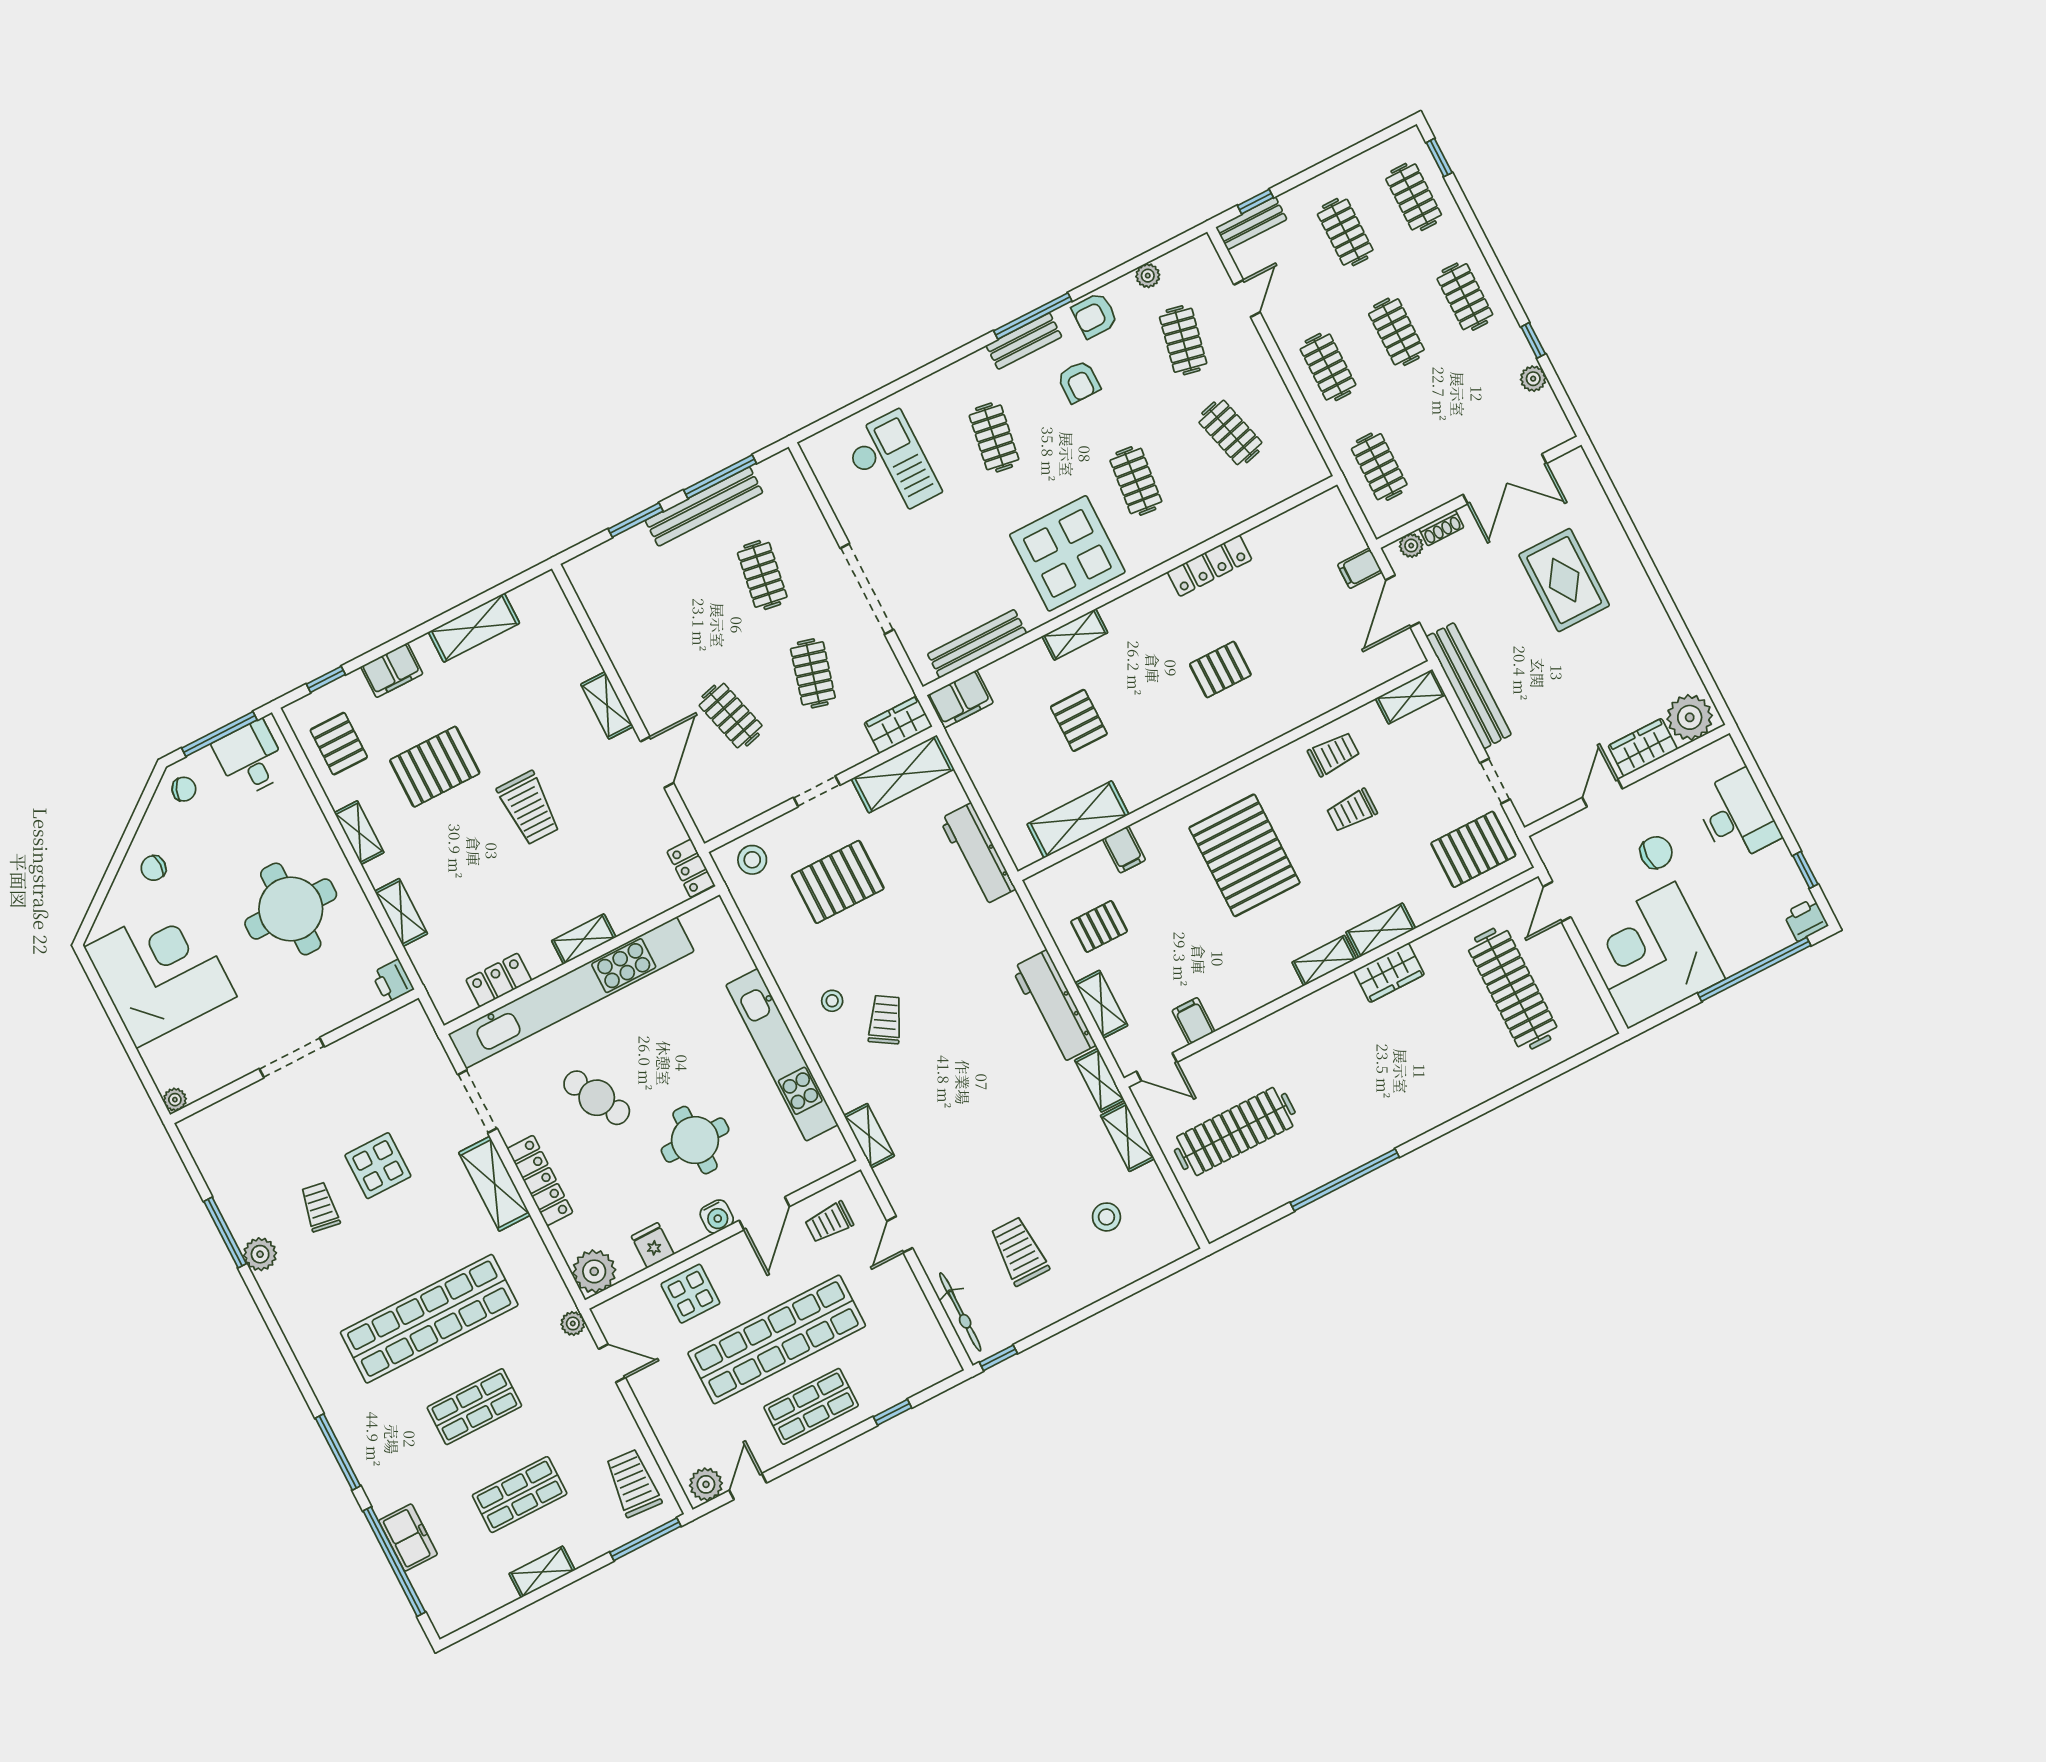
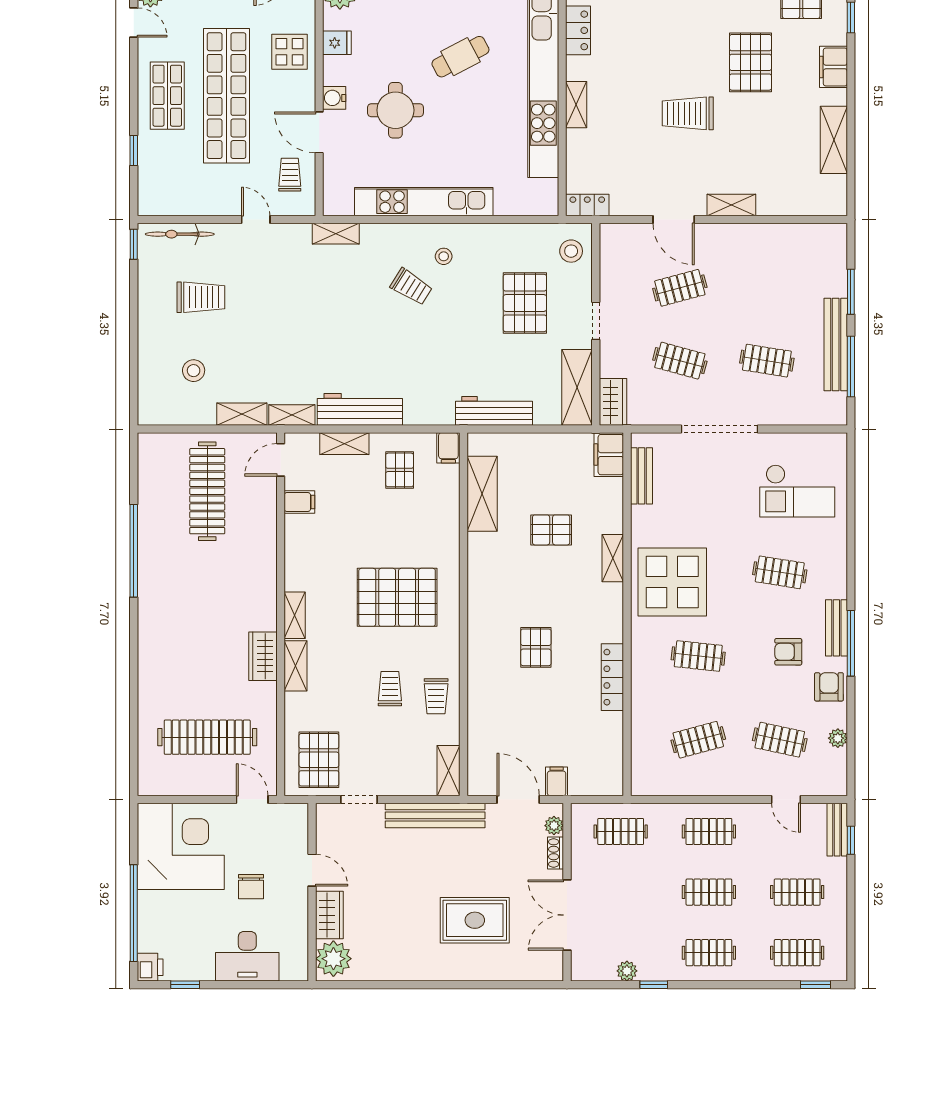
bench: (977, 644) -> (642, 476), width x0.73
filing cabinet: (1124, 849) -> (448, 448), moved, turned -90

